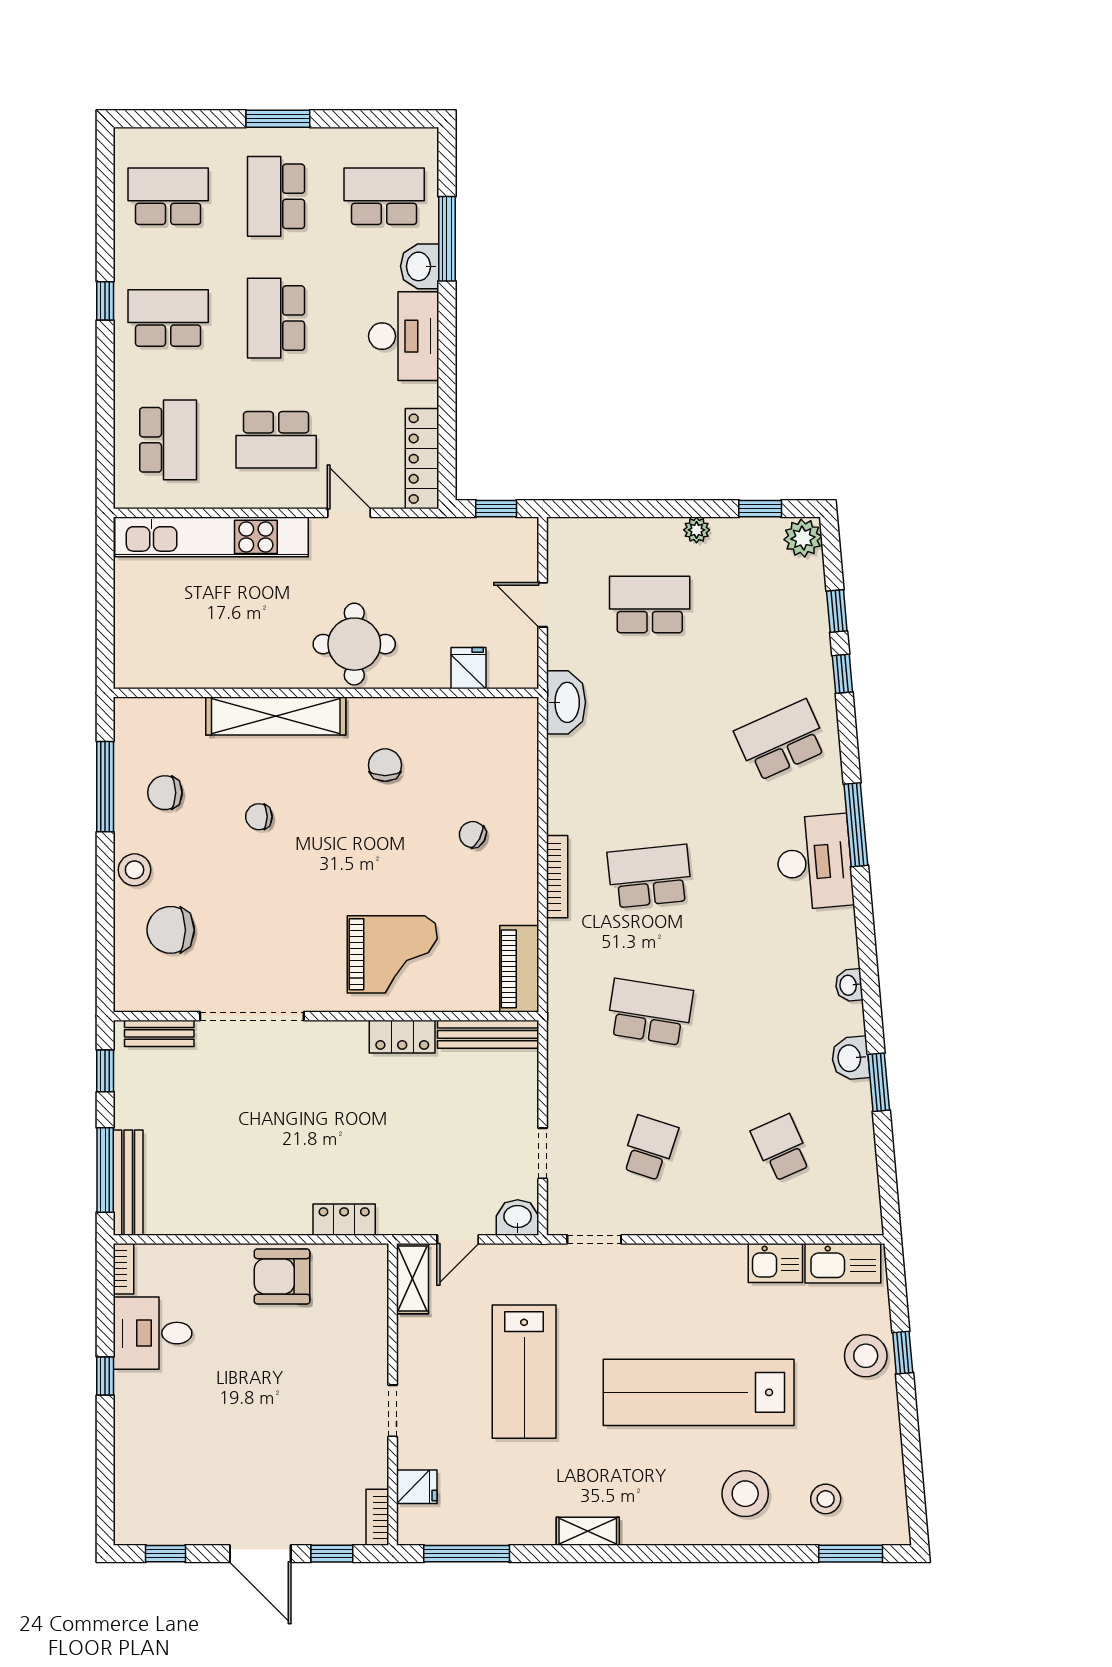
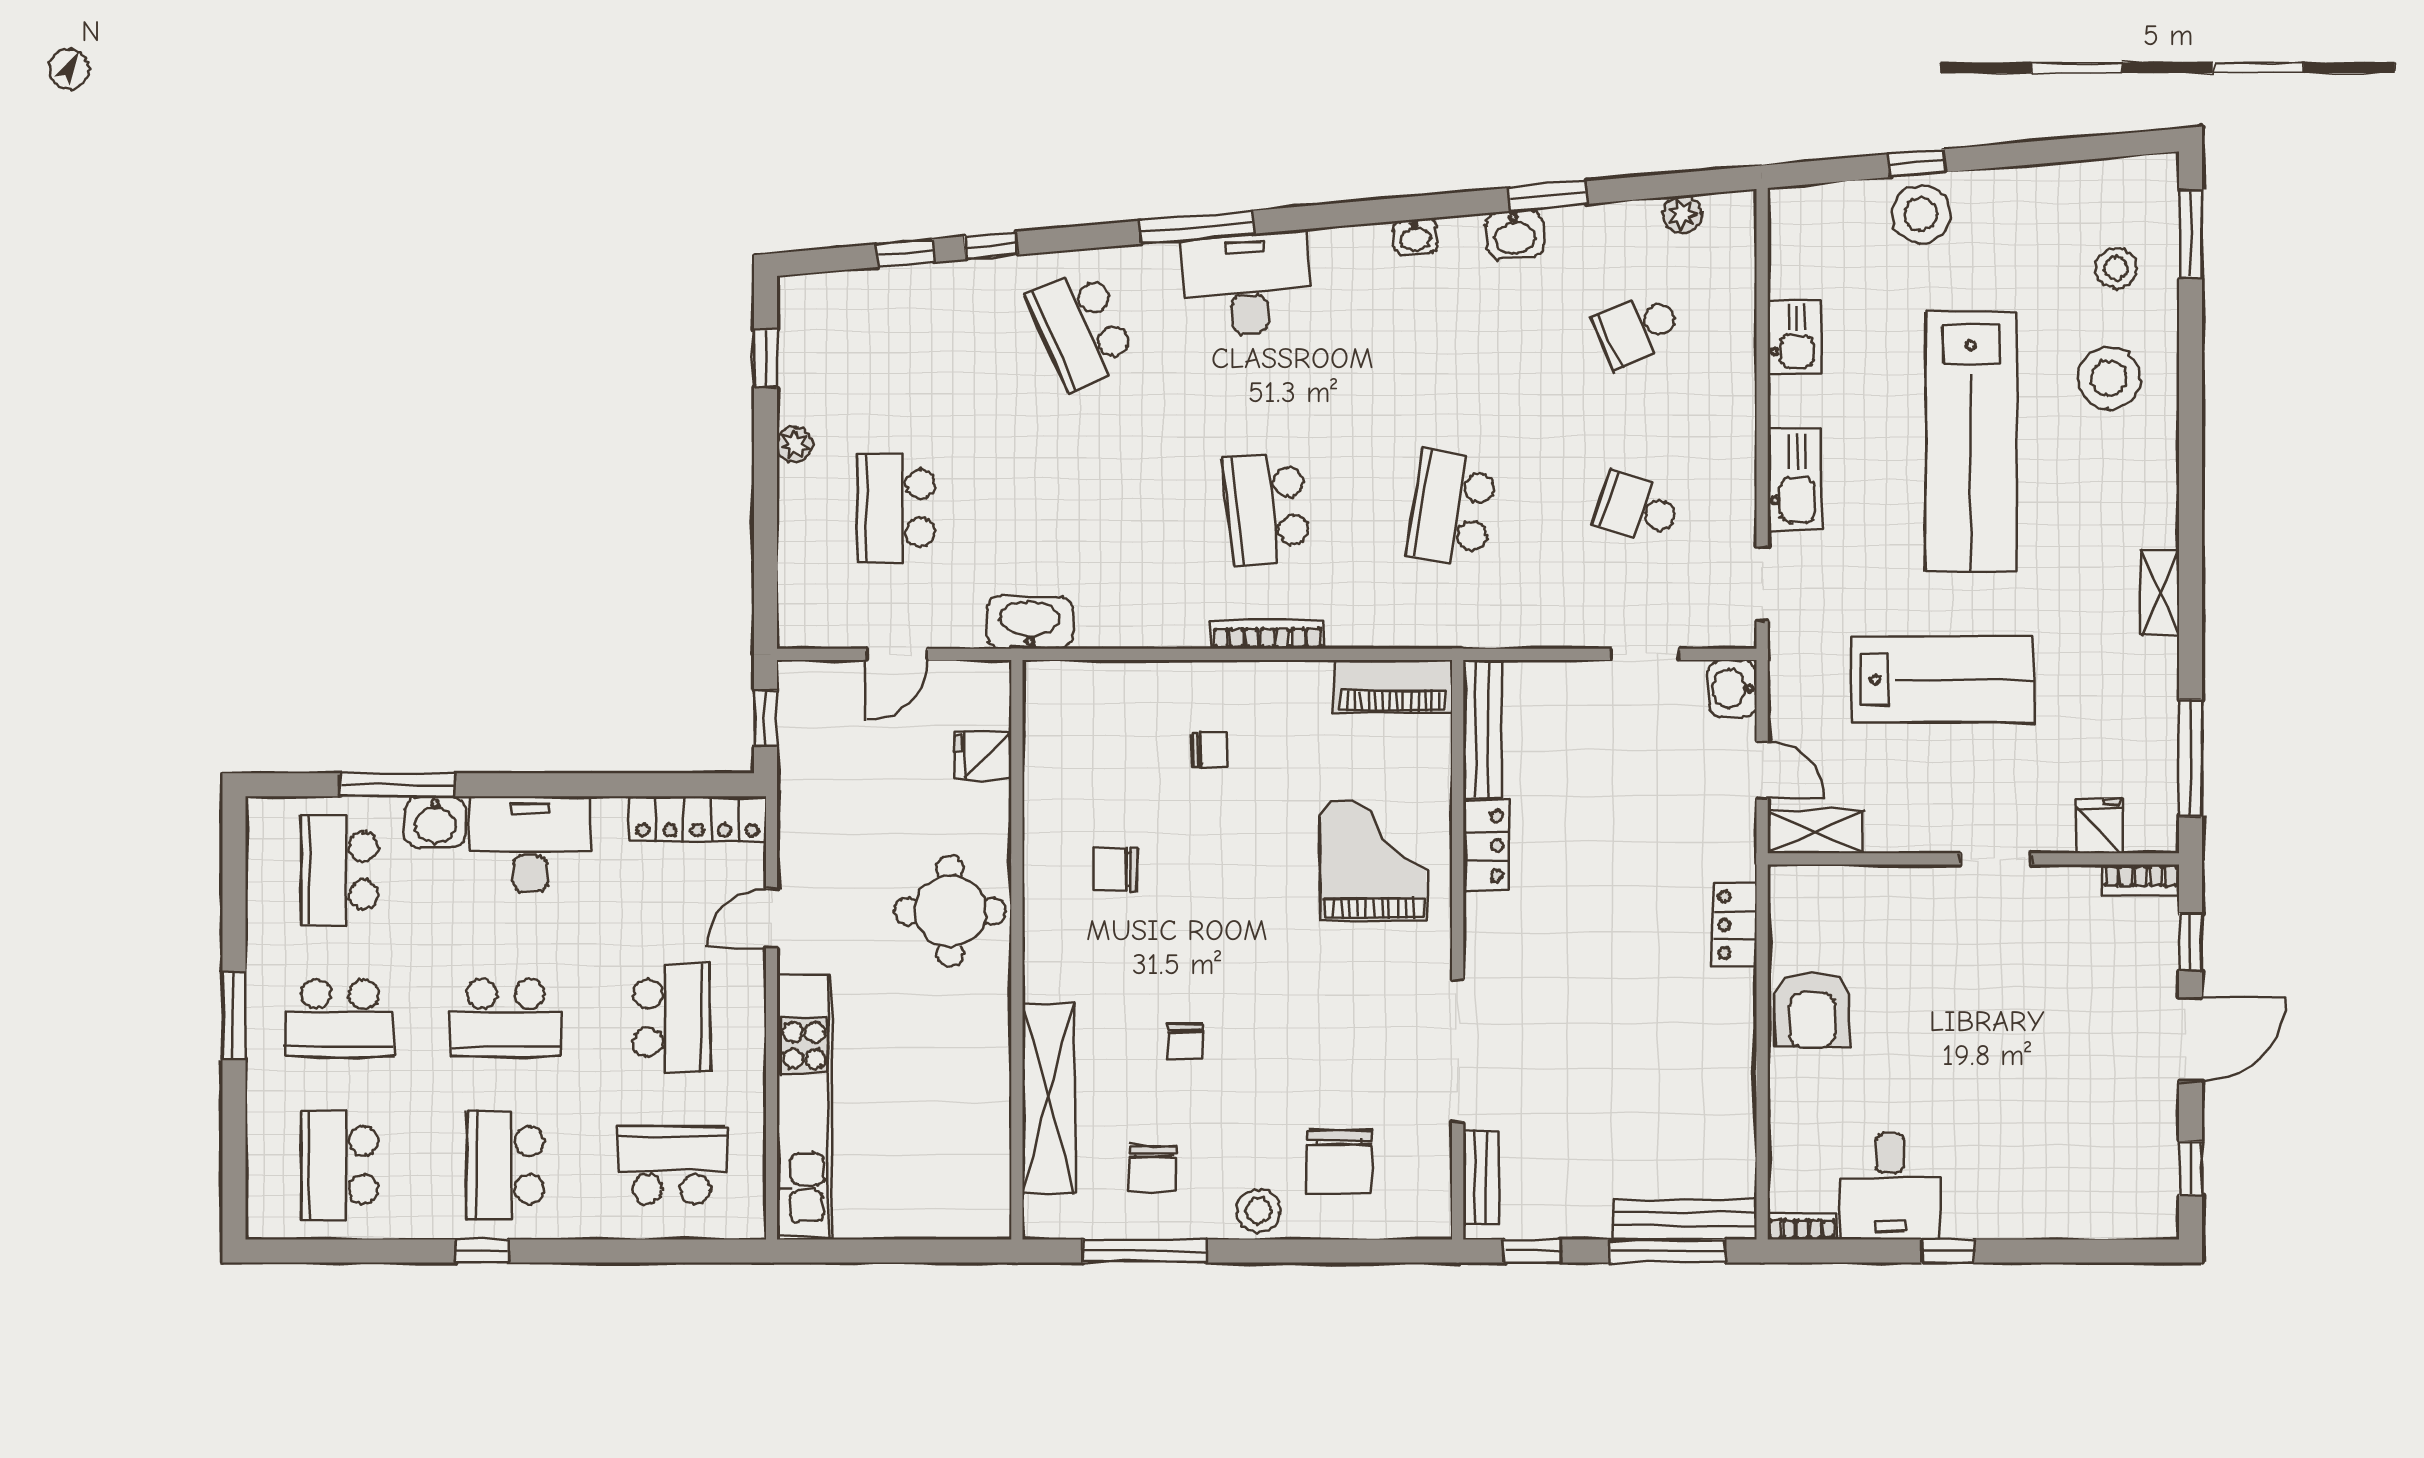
plant: (803, 538) -> (1682, 215), moved, width x0.73, depth x0.73
shelving: (276, 716) -> (1048, 1099), moved
chair: (473, 835) -> (1210, 750), turned -118
kitchen sink: (843, 1263) -> (1795, 480), moved

